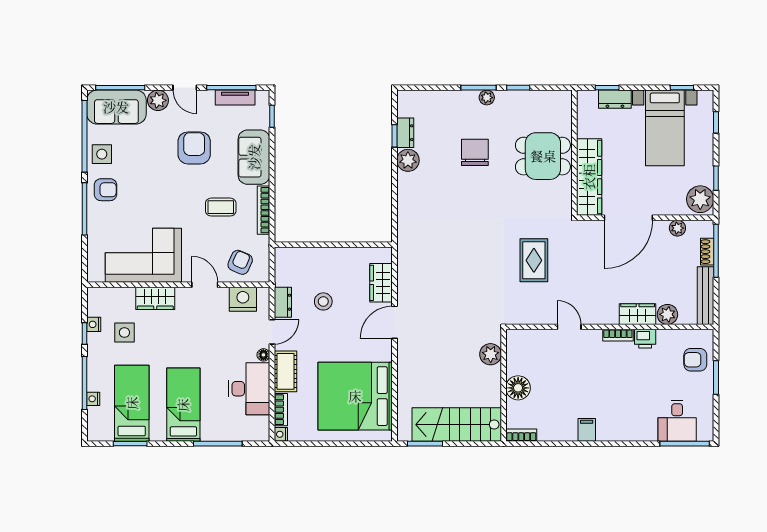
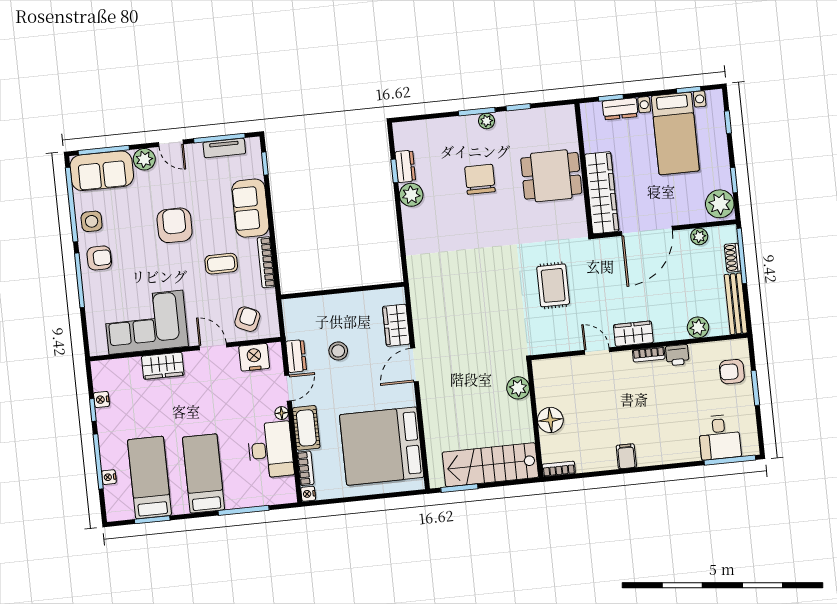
armchair: (194, 148) -> (175, 225), moved
wardrobe: (638, 314) -> (633, 334), moved
side table: (124, 333) -> (134, 405), removed

